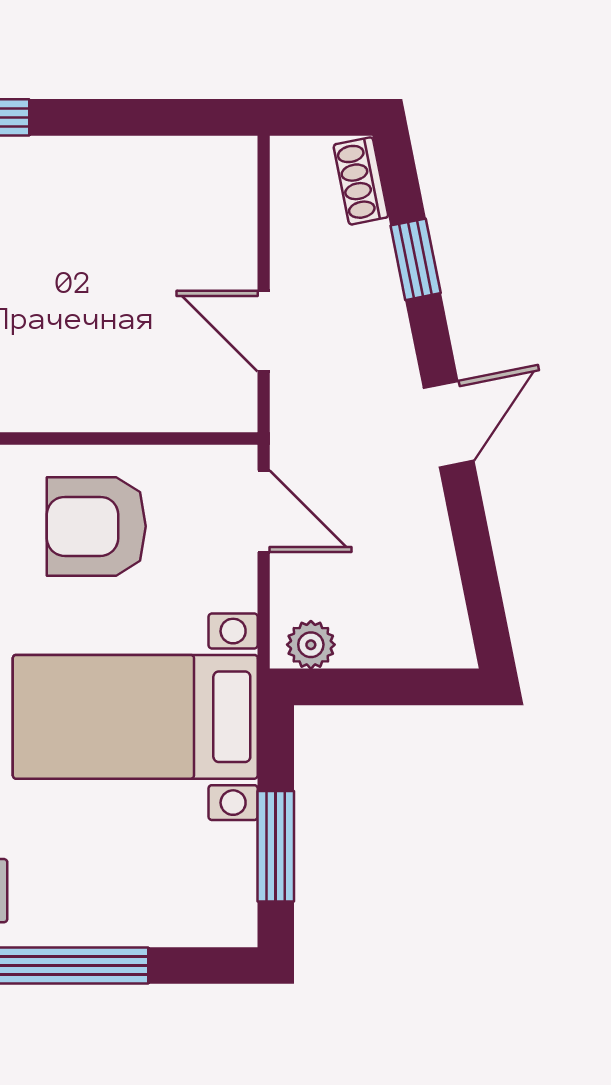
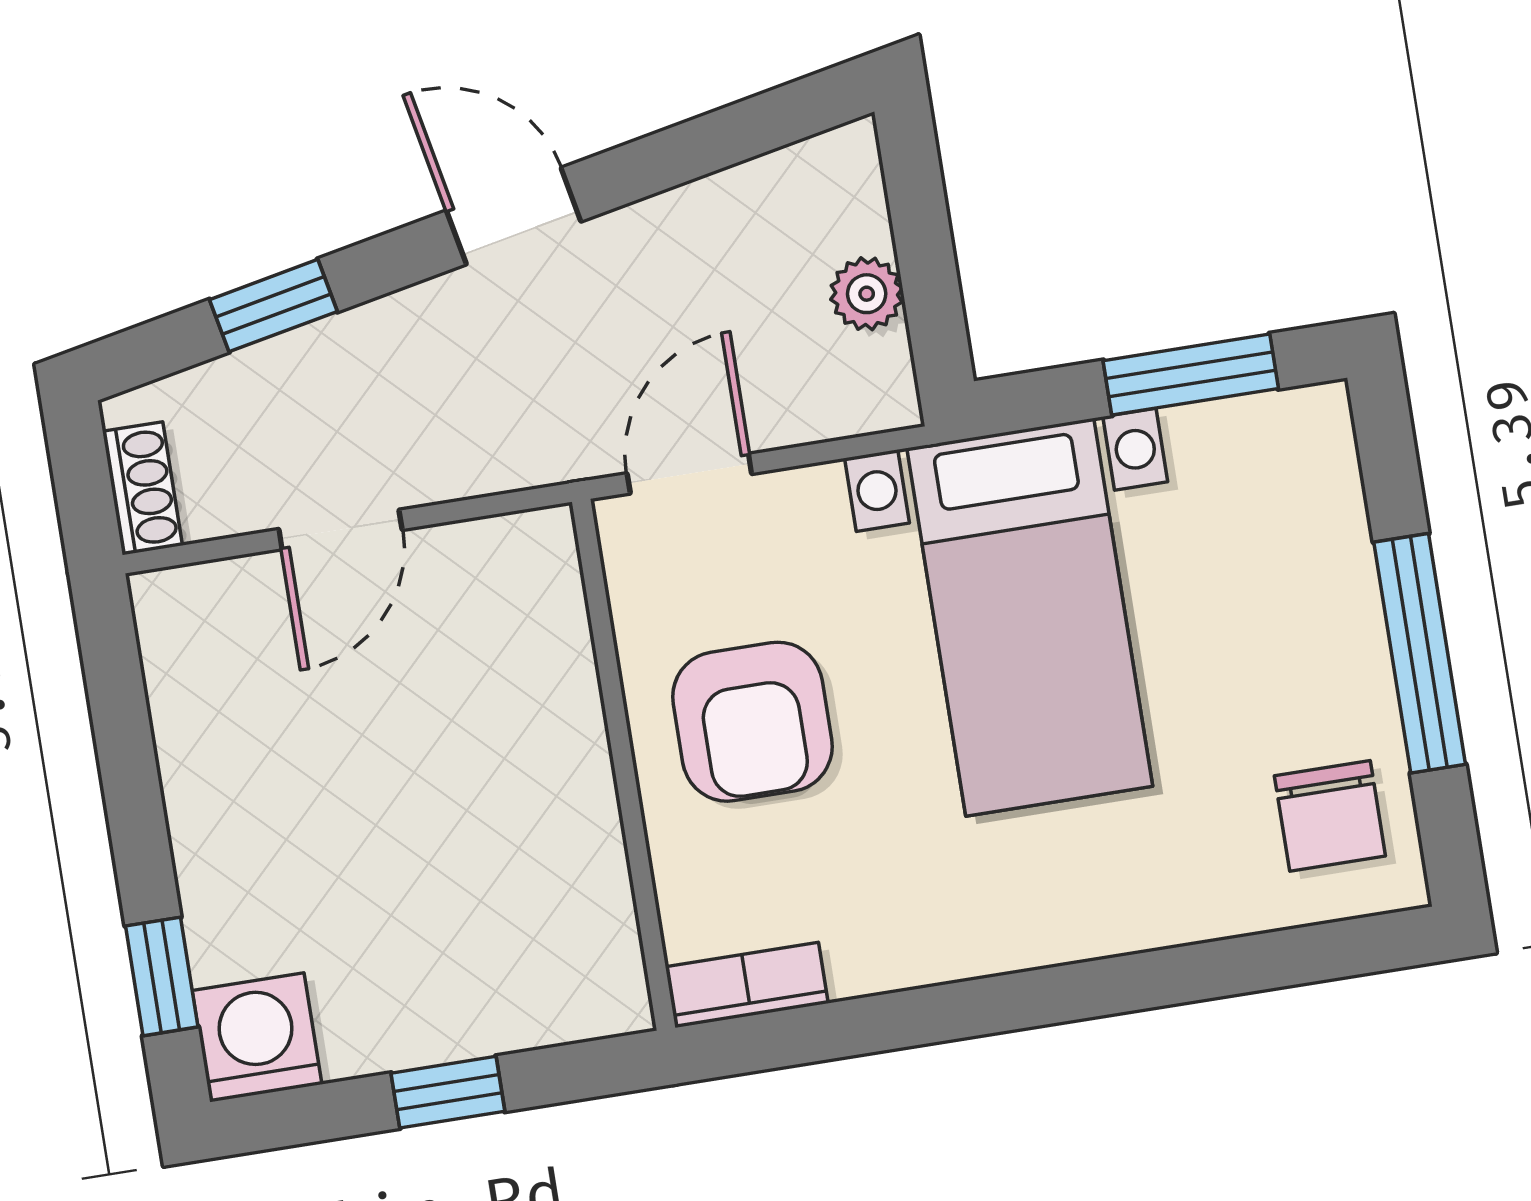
shoe rack: (361, 181) -> (142, 488), moved, turned -79
door: (264, 331) -> (340, 529), moved
plant: (311, 645) -> (867, 294), moved

